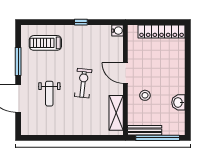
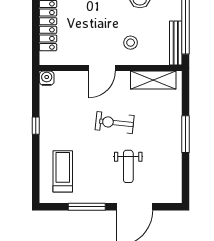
treadmill: (45, 43) -> (63, 171), turned 180
weight bench: (49, 94) -> (128, 166), turned 90
window: (74, 138) -> (186, 134), added

